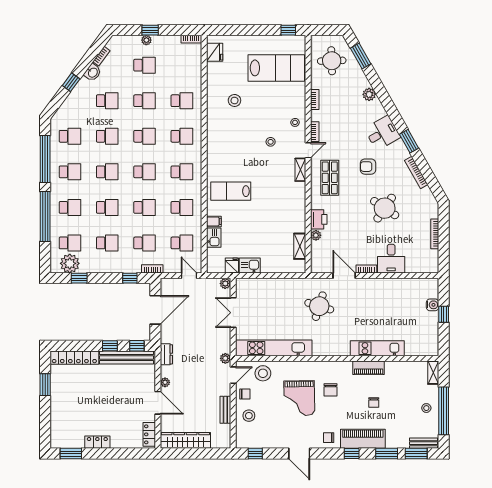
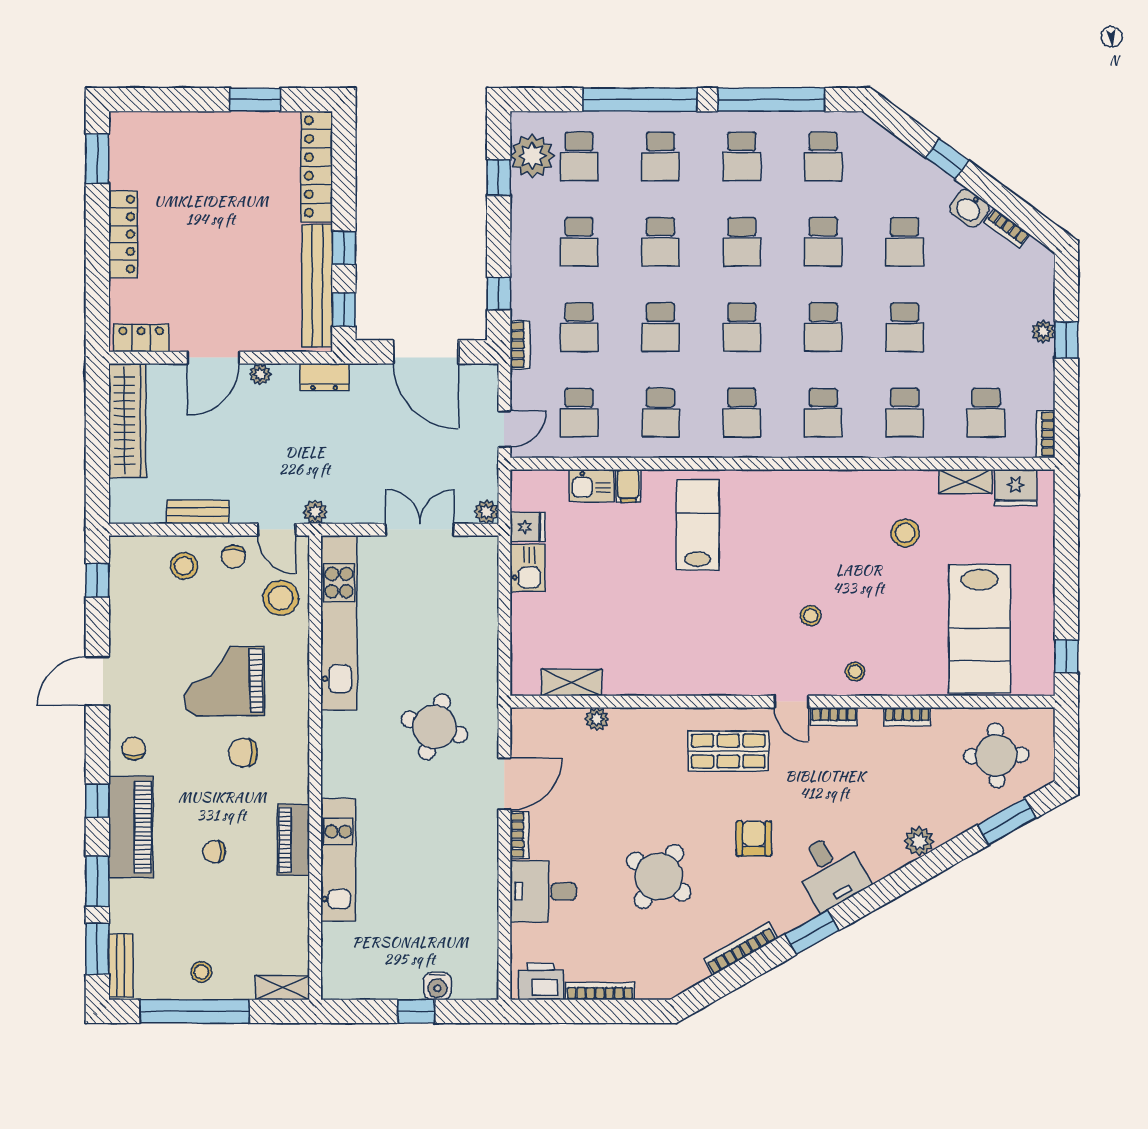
school desk: (145, 65) -> (986, 413), moved
shelving: (300, 170) -> (965, 481), moved
printer: (319, 219) -> (541, 981), moved, turned 180
locker: (97, 442) -> (123, 234), width x1.53

